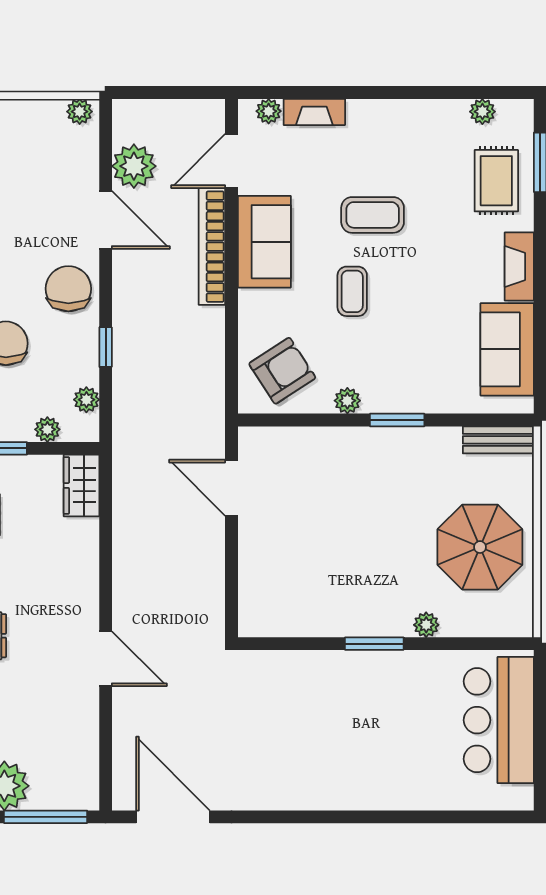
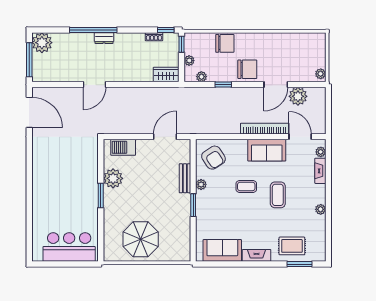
plant: (482, 112) -> (321, 209), moved
bench: (498, 440) -> (185, 178), moved
barbecue: (257, 589) -> (123, 147), added
plant: (426, 625) -> (113, 178), moved, width x1.88, depth x1.88
door: (173, 817) -> (29, 112), hinge flipped

